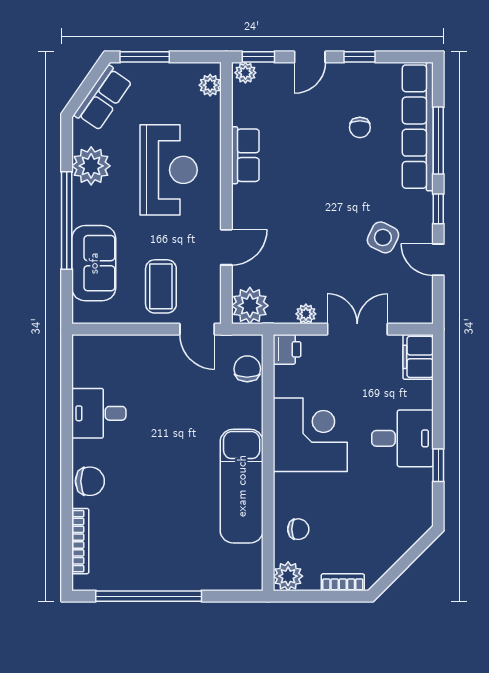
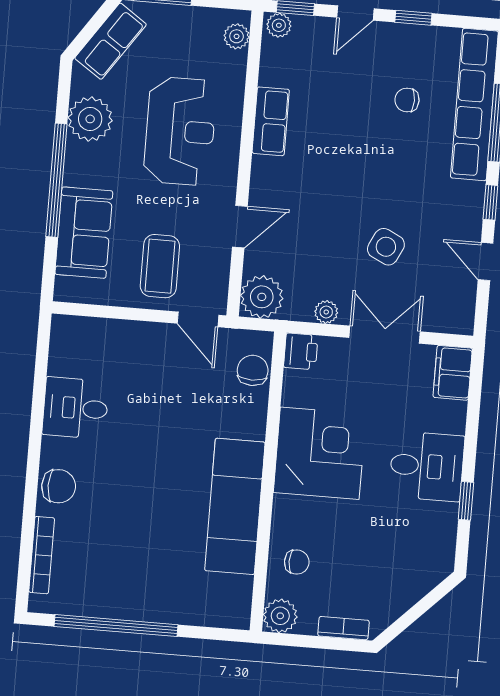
chair: (360, 127) -> (407, 100), turned 90
side table: (383, 237) -> (386, 247), moved

